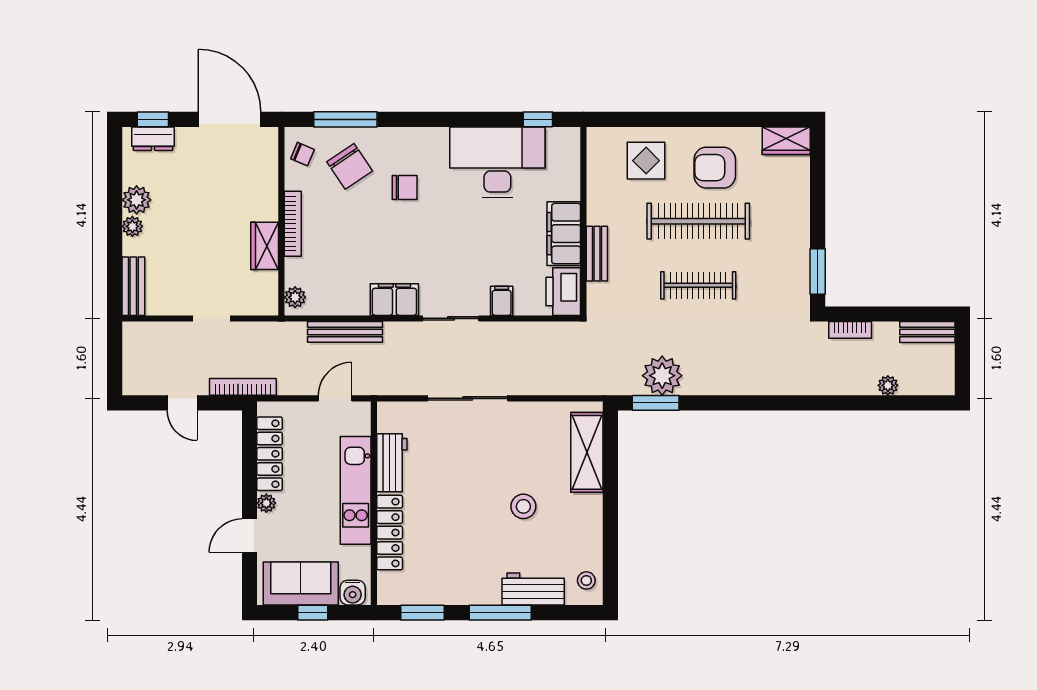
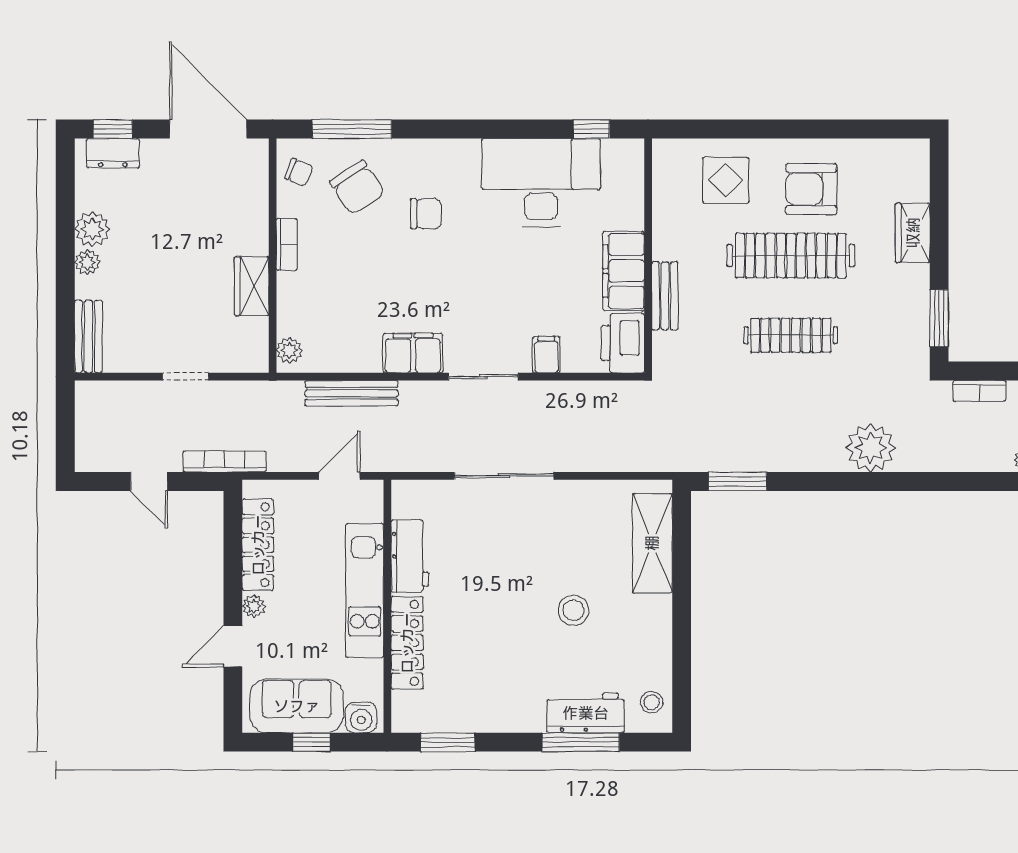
wardrobe: (786, 141) -> (913, 233), moved, turned 90
bookcase: (293, 224) -> (287, 244), width x0.64
plant: (662, 376) -> (871, 448), moved
window: (500, 613) -> (581, 742), moved

